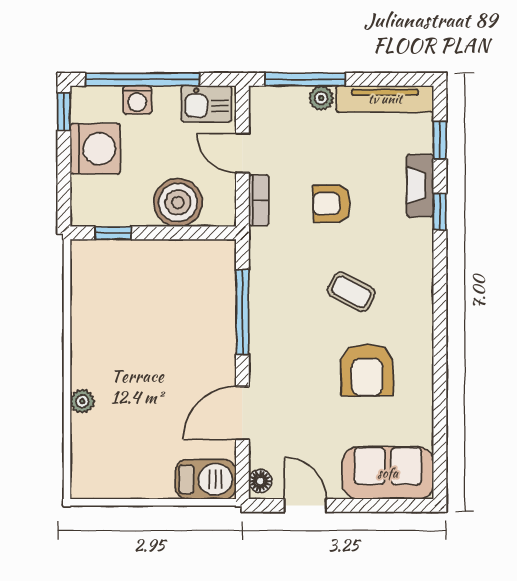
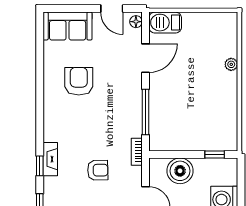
fireplace: (420, 185) -> (50, 159), moved
bookcase: (259, 200) -> (137, 152), moved
coffee table: (351, 292) -> (87, 123), removed

